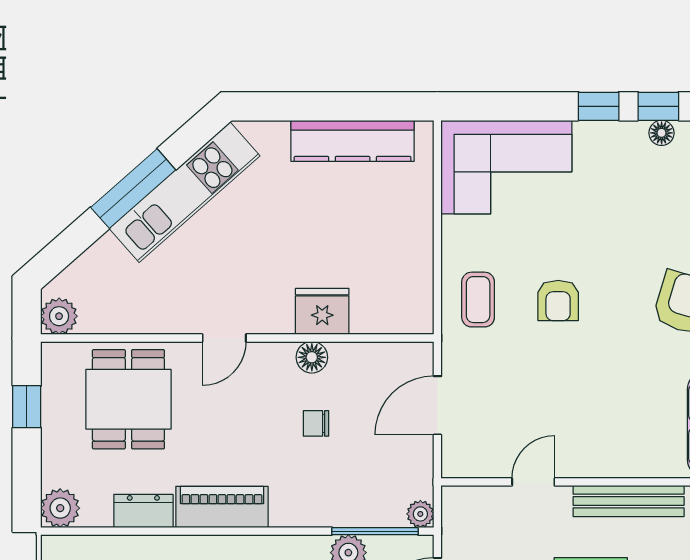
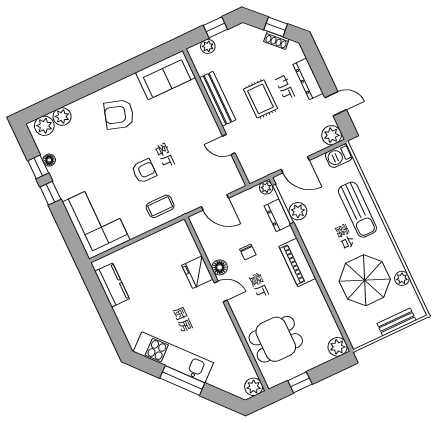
kitchen counter: (353, 141) -> (112, 285), width x0.67
door: (224, 338) -> (221, 291), moved
piano: (222, 507) -> (297, 262), moved
dresser: (143, 511) -> (278, 215), moved

